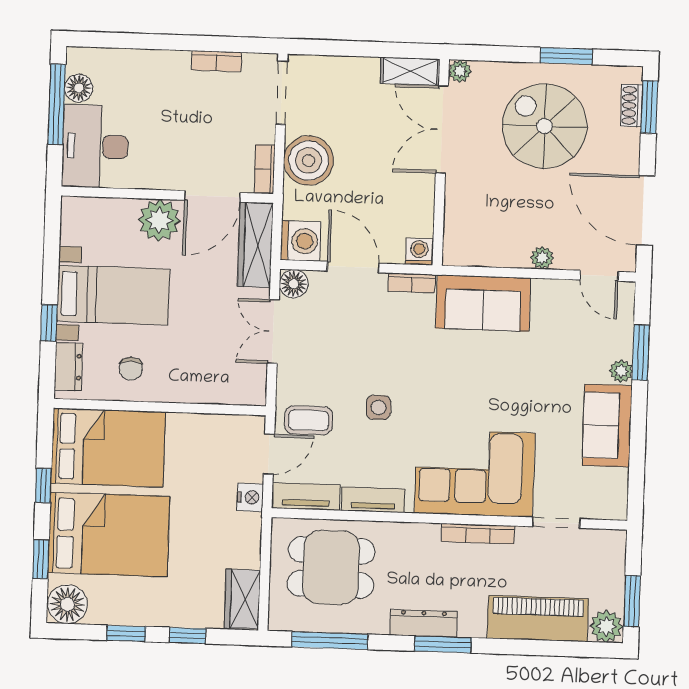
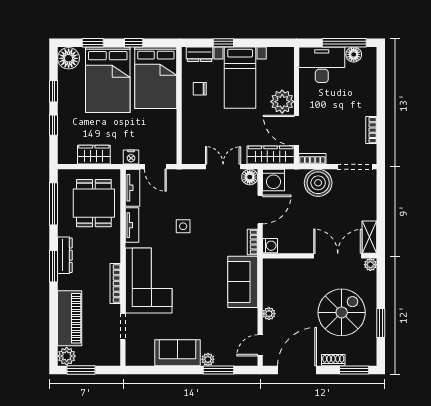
shoe rack: (632, 106) -> (333, 360), moved
coffee table: (309, 420) -> (175, 188), removed
wardrobe: (242, 599) -> (94, 155), moved

